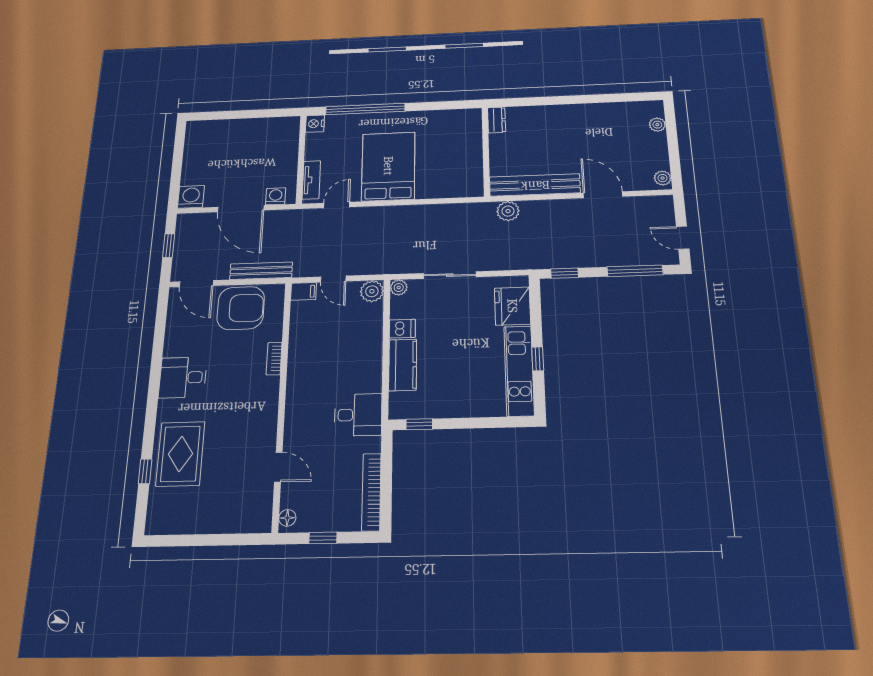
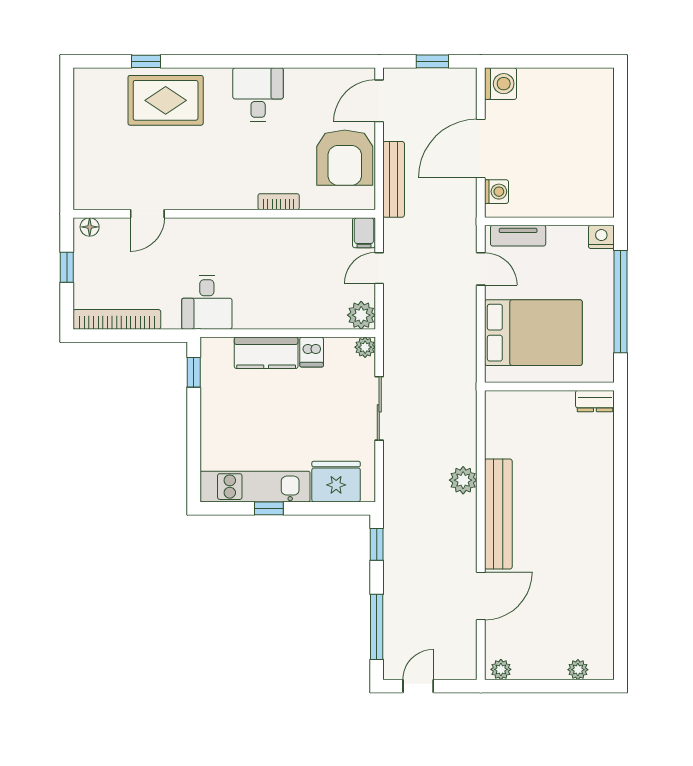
dresser: (497, 120) -> (595, 401), moved
wall: (486, 151) -> (549, 386), moved

